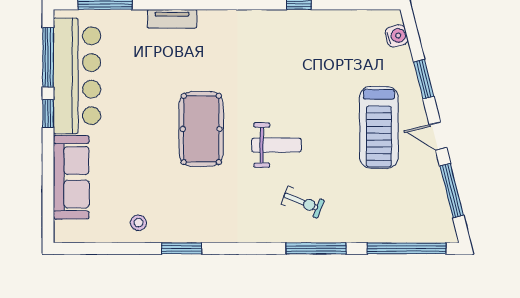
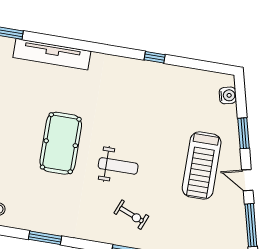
tv unit: (172, 19) -> (52, 54), width x1.92, depth x1.29
window: (181, 248) -> (45, 238), moved

